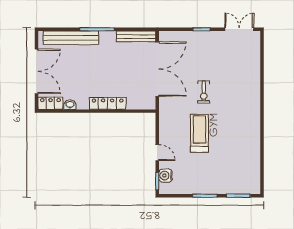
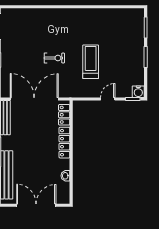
locker: (50, 103) -> (64, 115), moved
treadmill: (199, 133) -> (91, 62), turned 90
water cooler: (166, 176) -> (138, 92), moved

